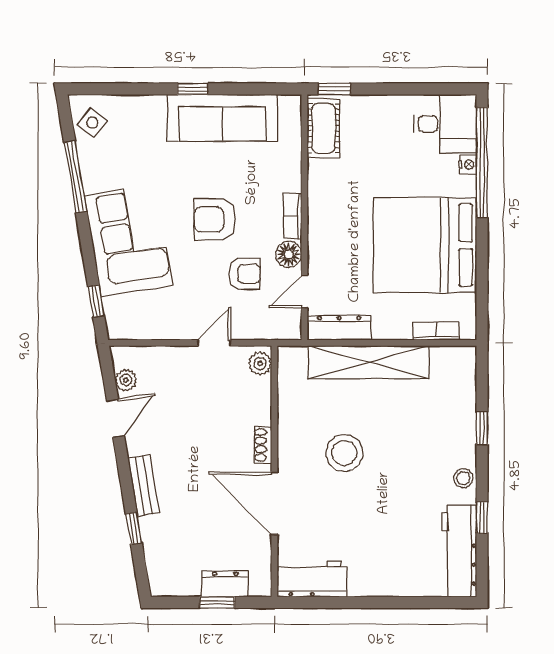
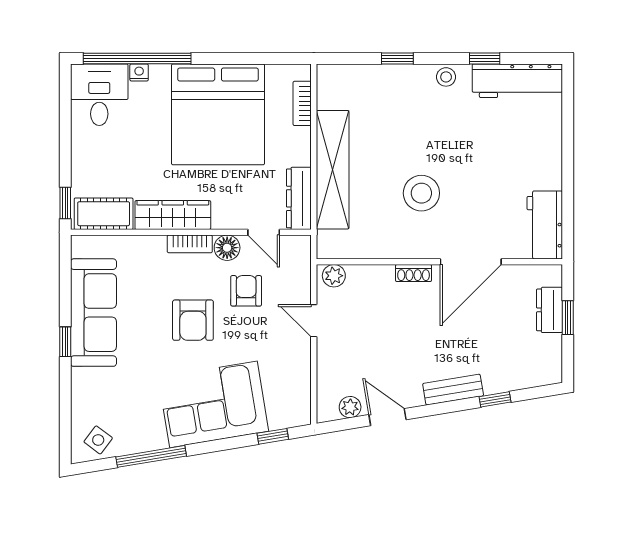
wardrobe: (322, 199) -> (173, 215), added

